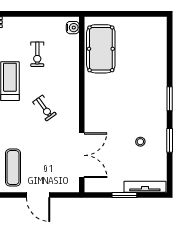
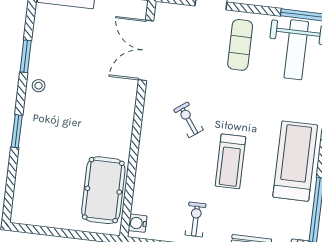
exercise bike: (37, 54) -> (196, 219), moved
window: (170, 99) -> (17, 131), moved
stool: (140, 142) -> (39, 86), moved

